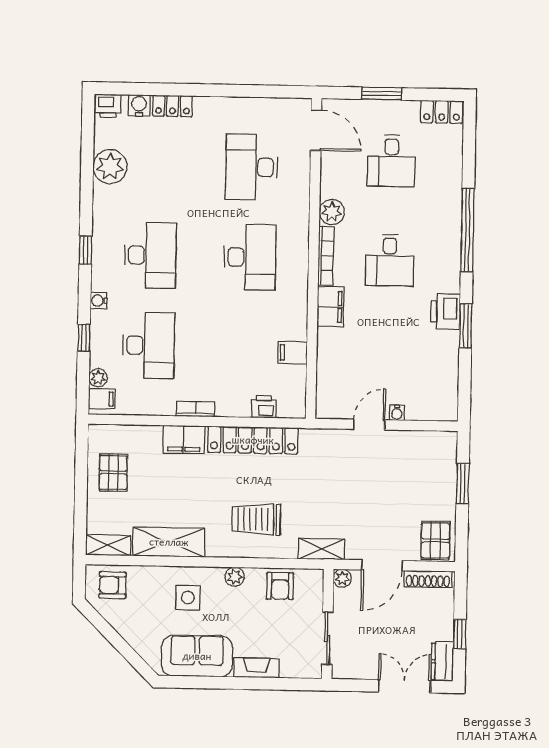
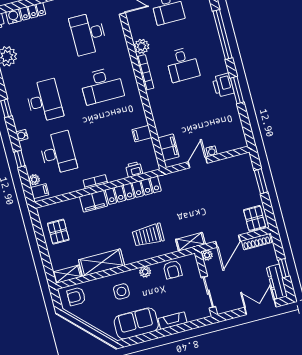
desk: (250, 257) -> (102, 86), turned 90
filing cabinet: (331, 307) -> (168, 147), moved
dresser: (442, 661) -> (277, 282), width x1.44

